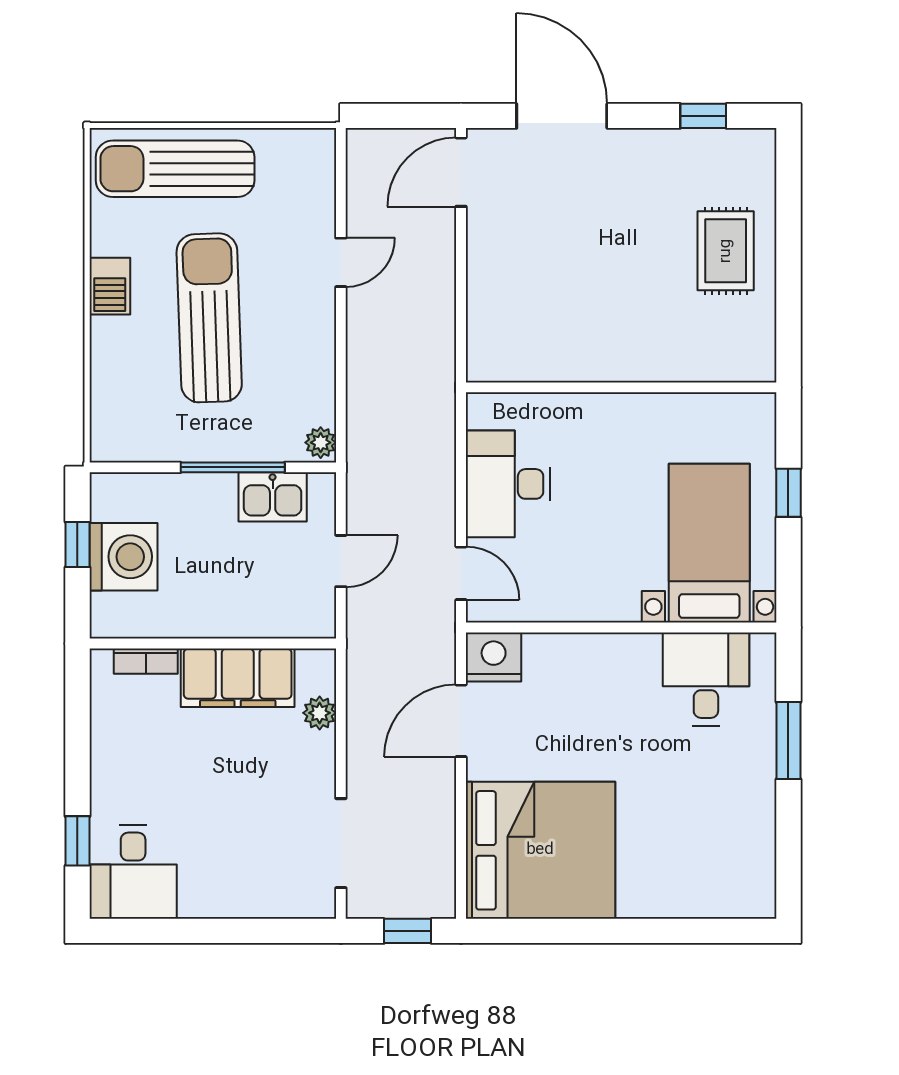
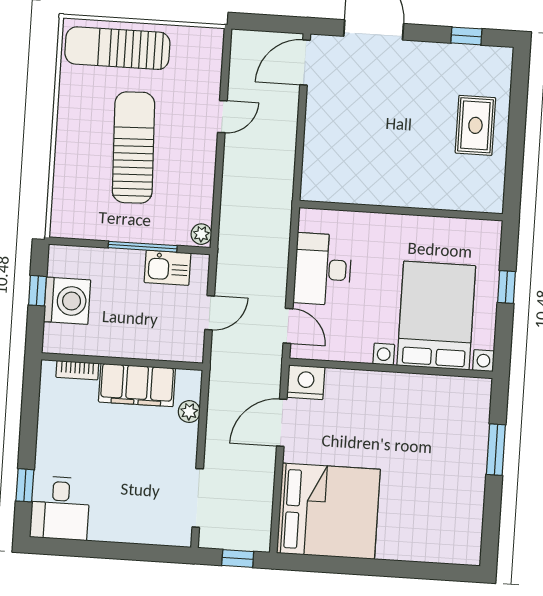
barbecue: (110, 286) -> (70, 122), removed
bed with nightstands: (709, 543) -> (436, 316), width x1.36
desk: (706, 679) -> (444, 406), removed

